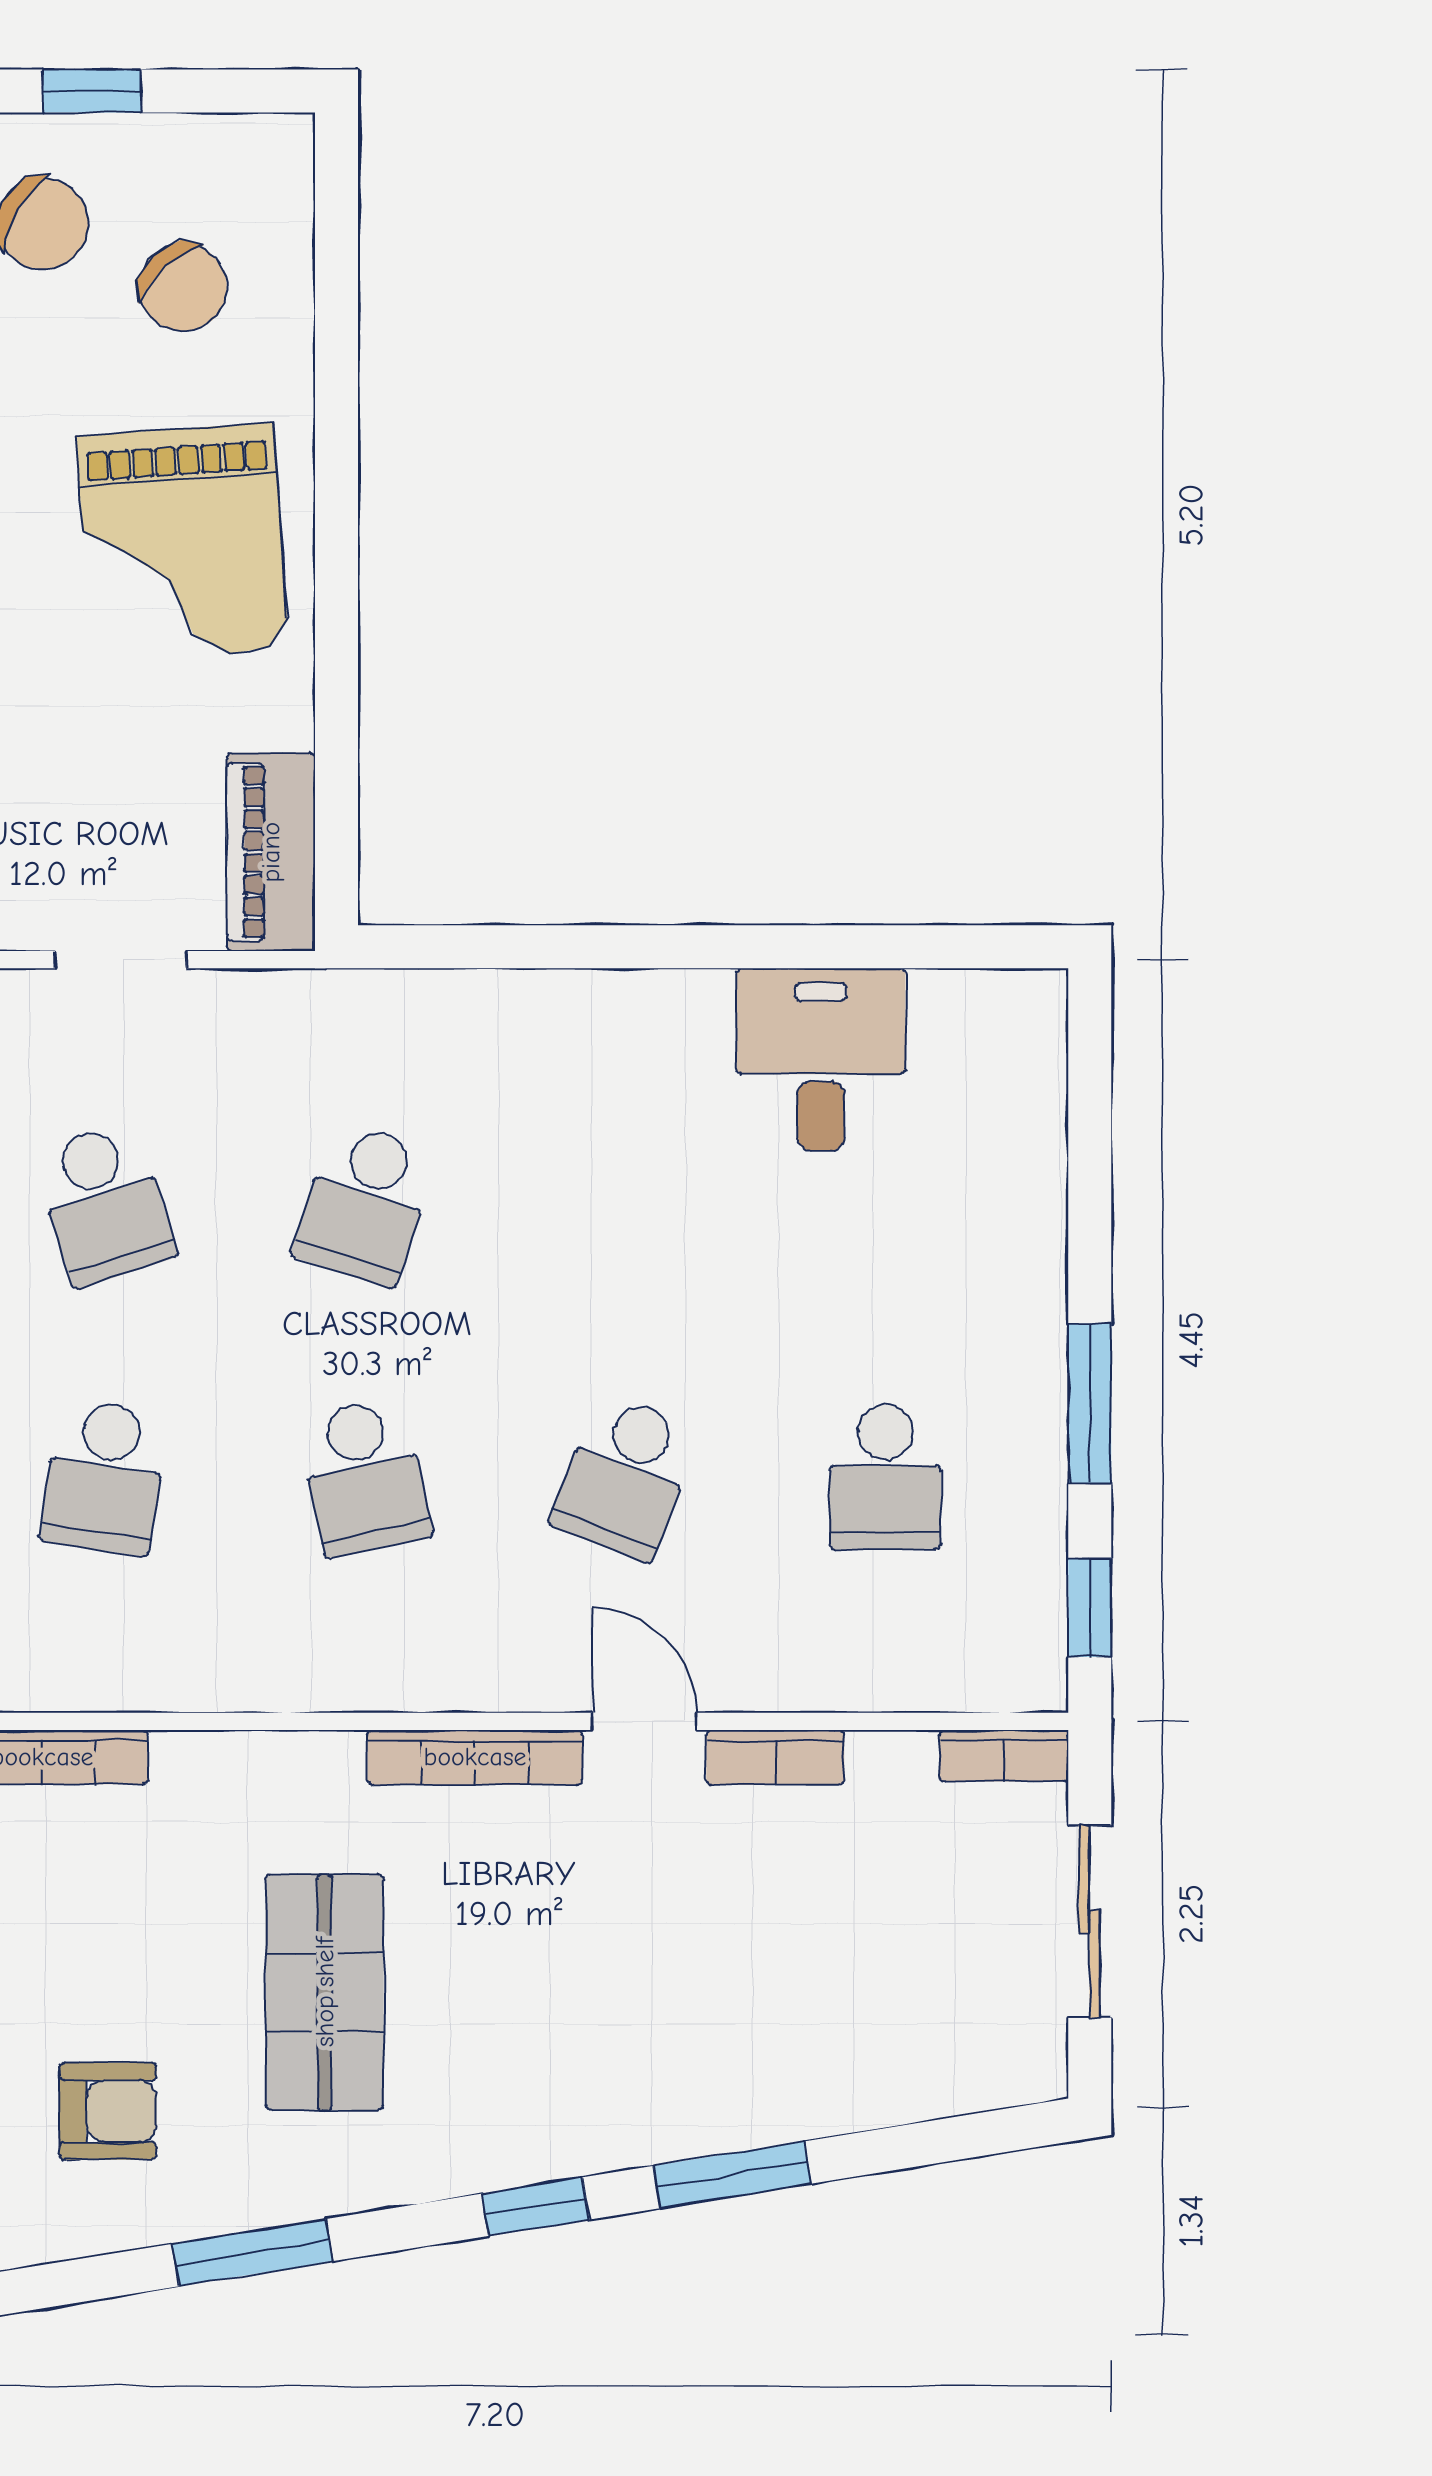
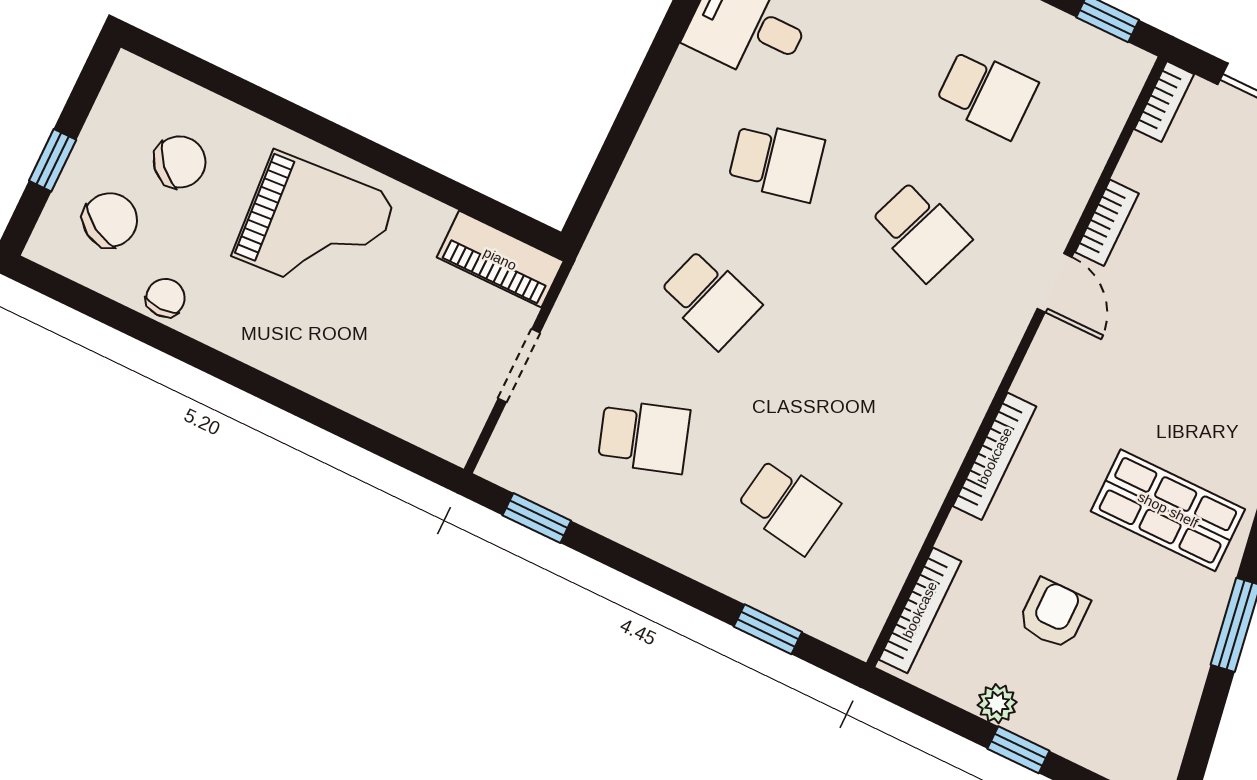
school desk: (365, 1477) -> (776, 161), moved
door: (644, 1721) -> (1055, 283), swing flipped
bookcase: (475, 1757) -> (995, 456), moved
shop shelf: (325, 1992) -> (1168, 510), moved
armchair: (108, 2111) -> (1054, 614), moved

